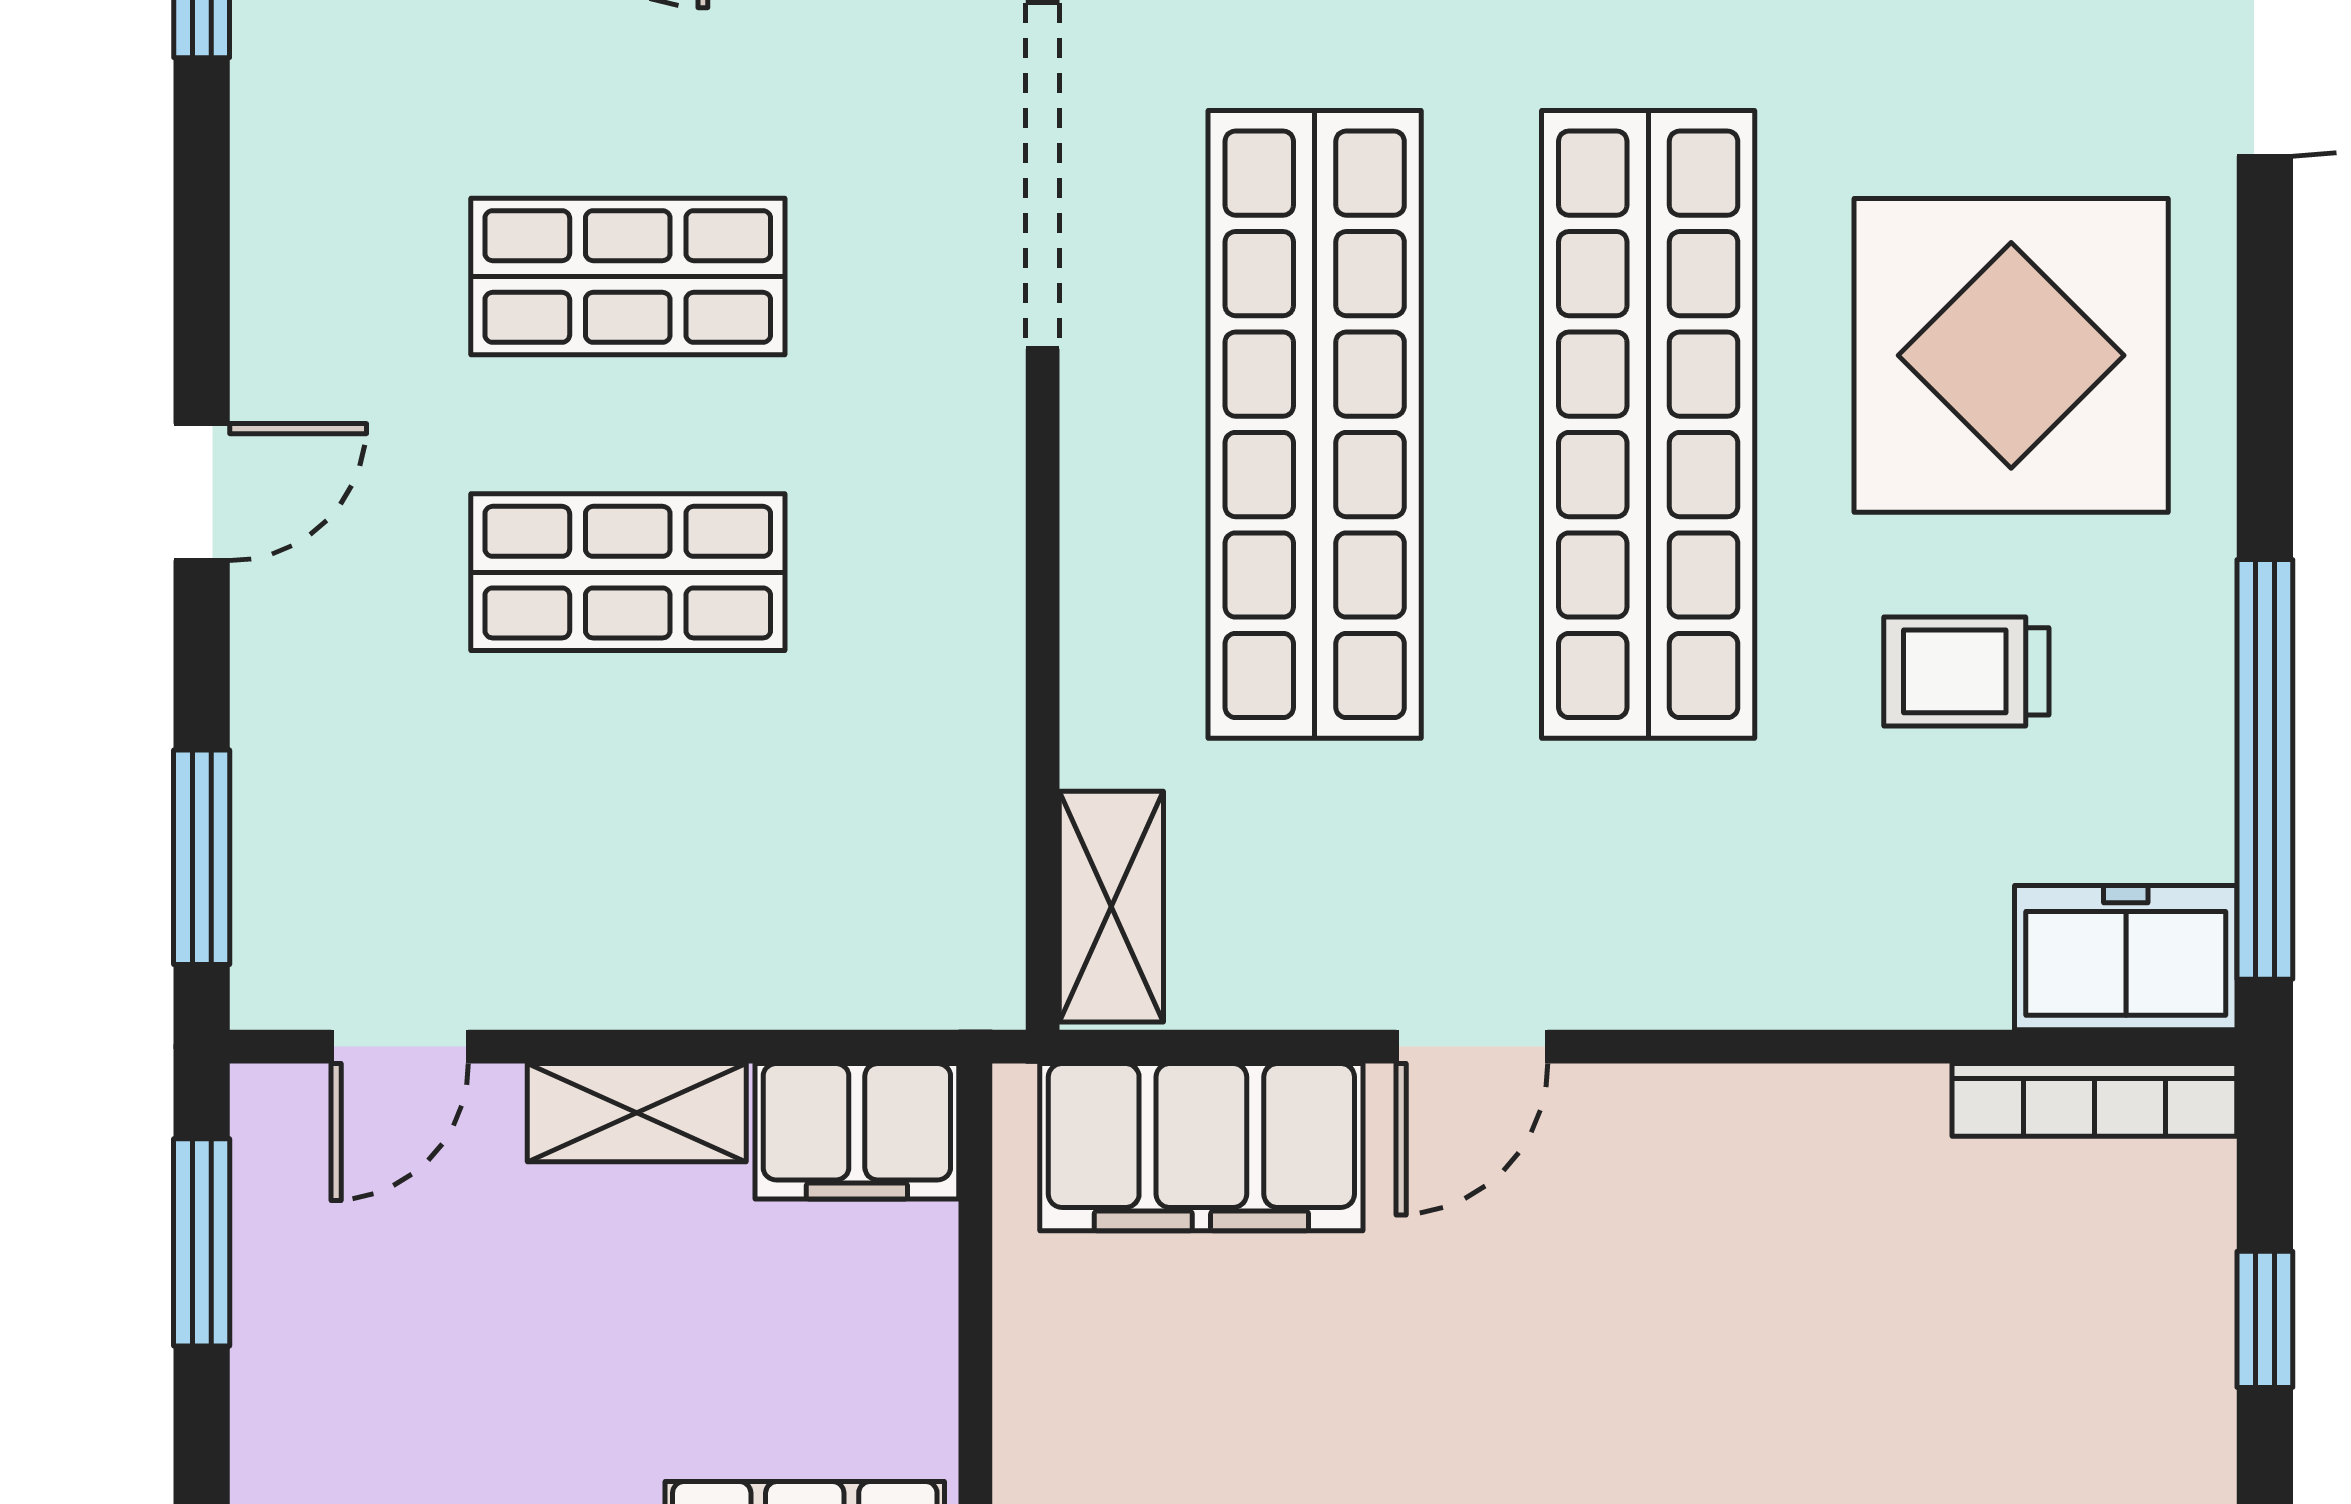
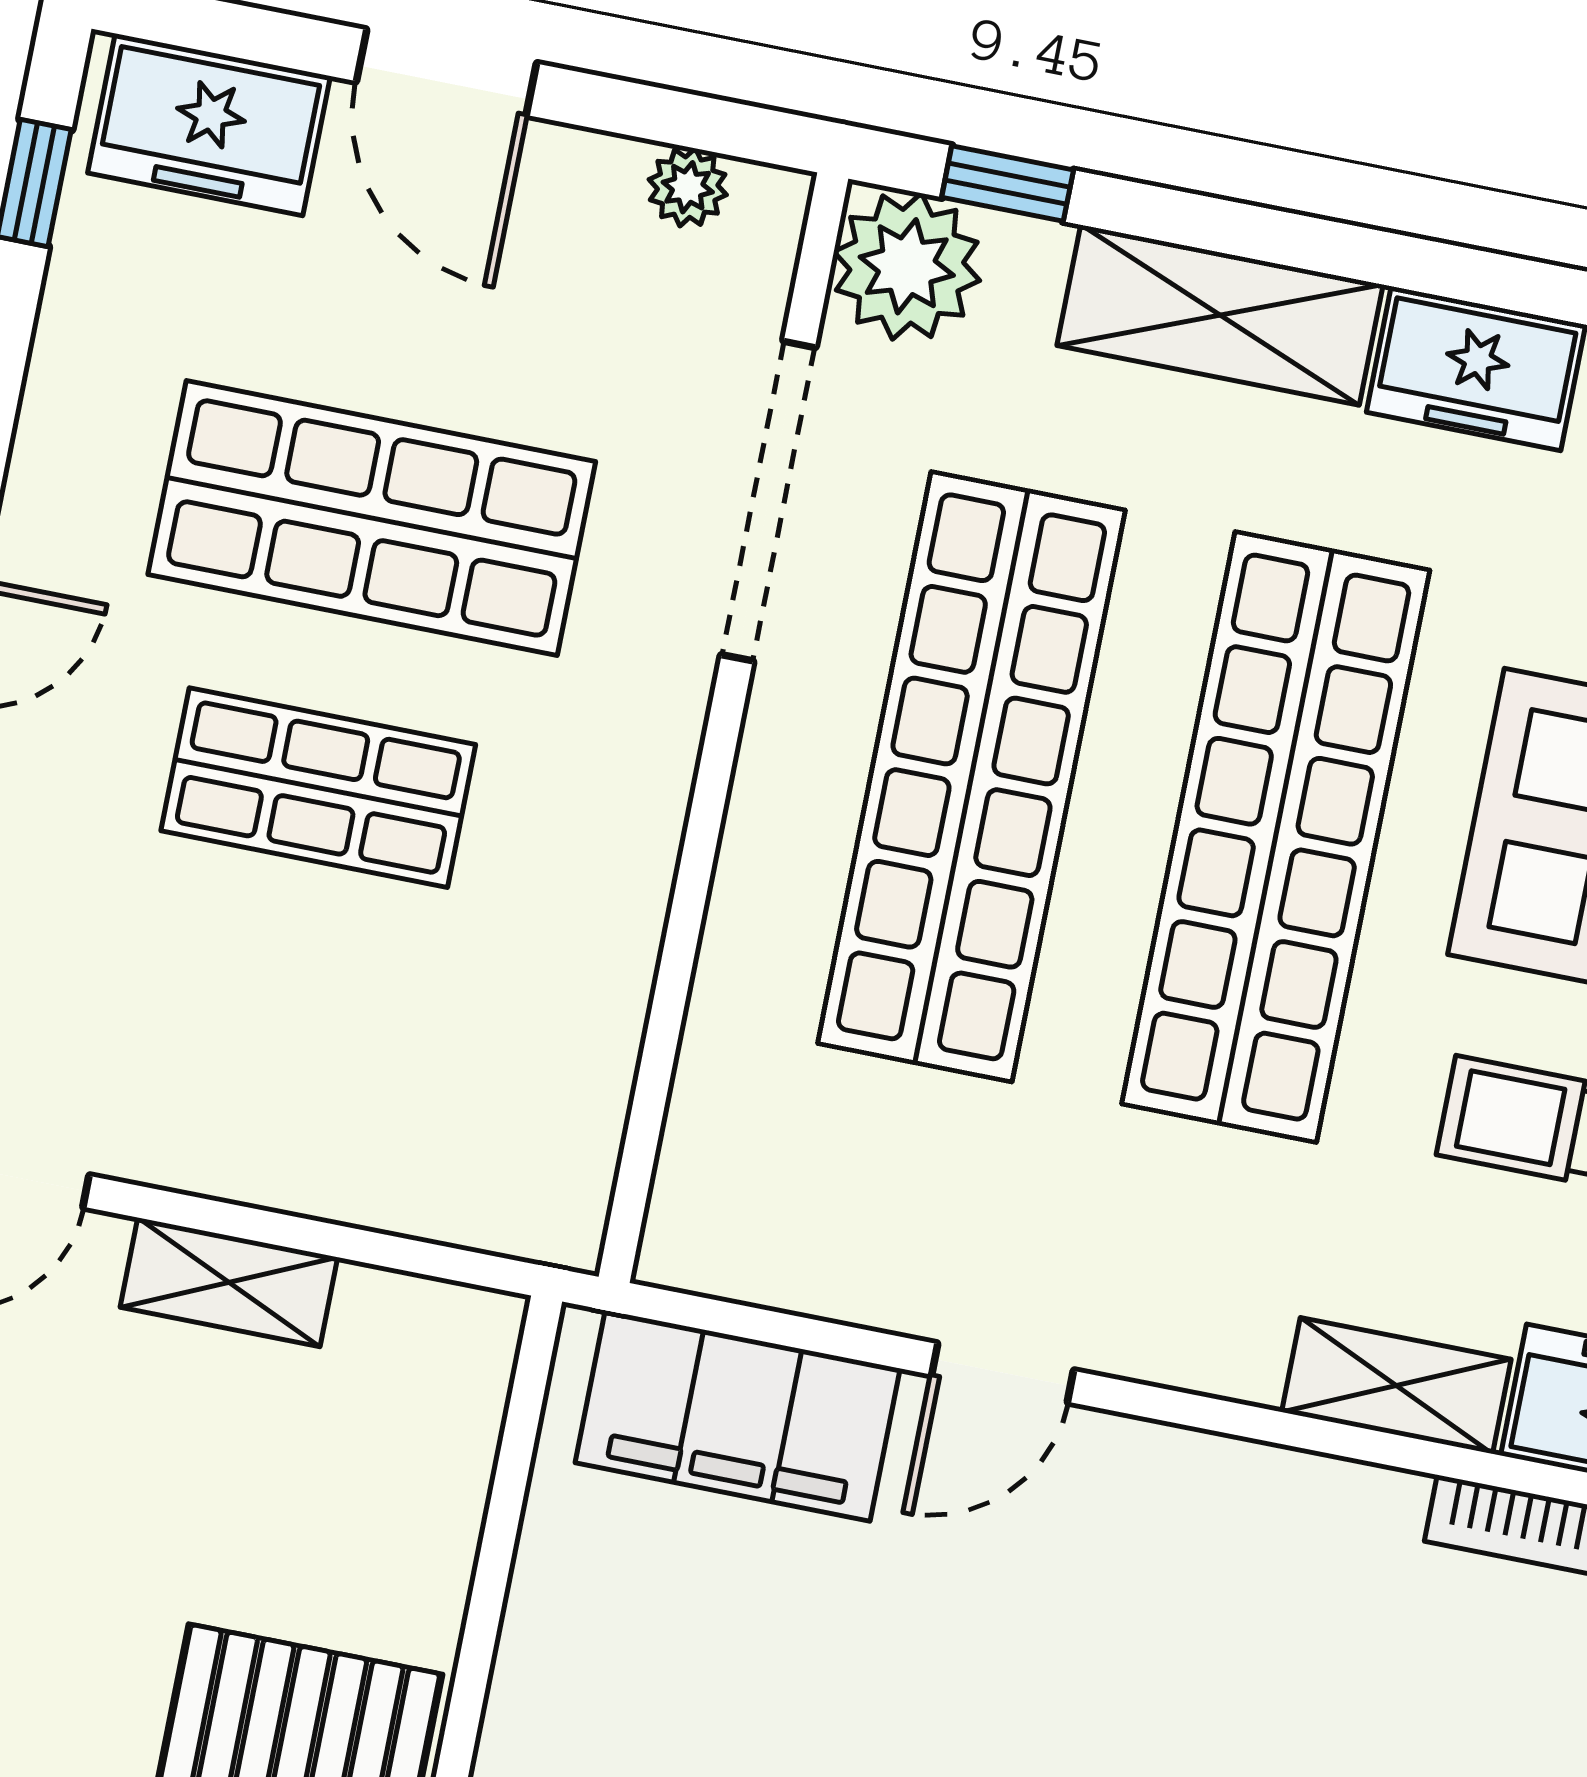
shop shelf: (628, 277) -> (372, 518), width x1.43, depth x1.36
shelving: (1111, 907) -> (1396, 1386), moved, turned 90
filing cabinet: (857, 1131) -> (426, 1339), removed

